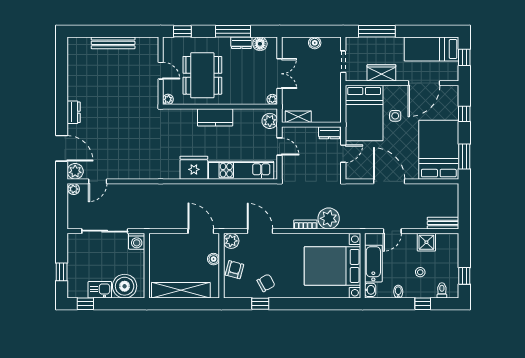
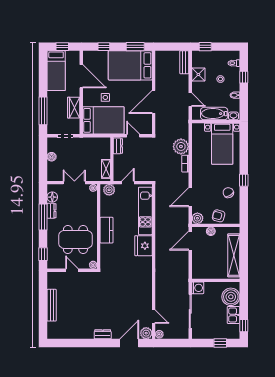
door: (161, 71) -> (72, 270), hinge flipped
bed with nightstands: (332, 266) -> (222, 144), width x0.73
window: (464, 276) -> (205, 47), moved
window: (260, 304) -> (244, 180), moved

